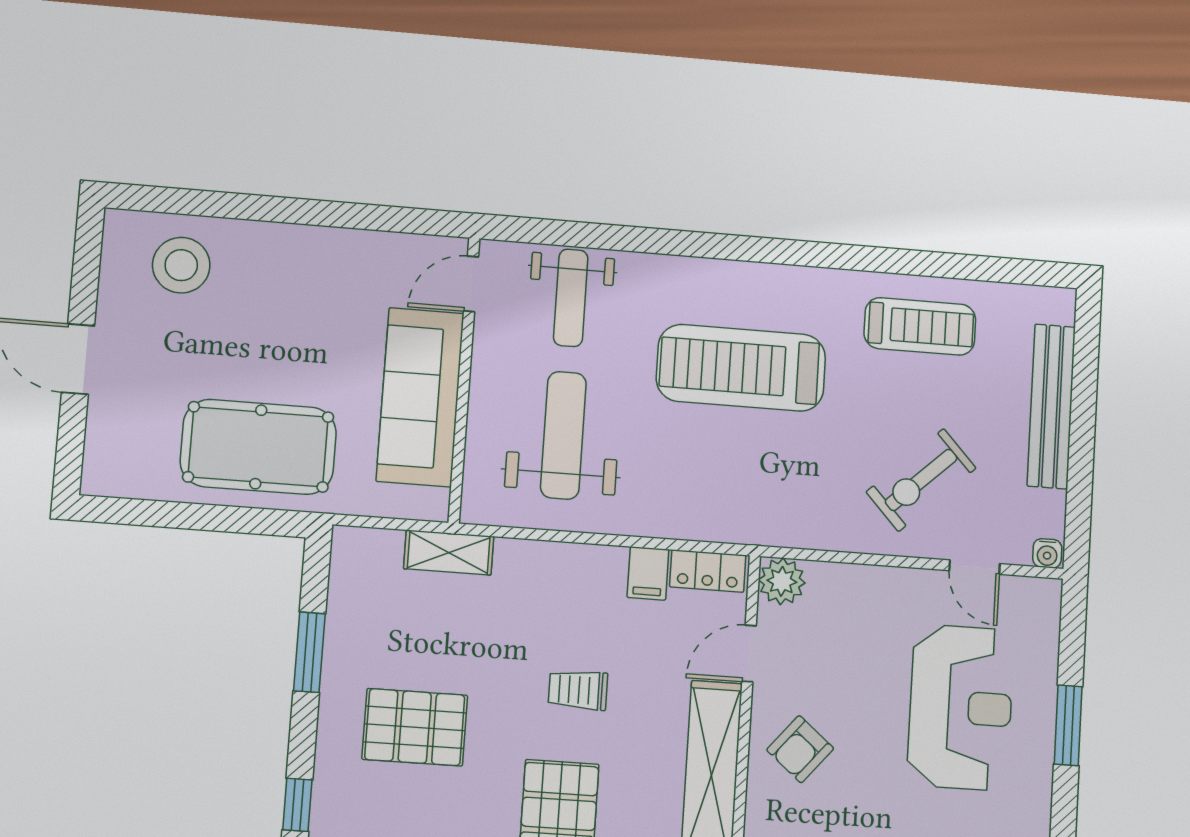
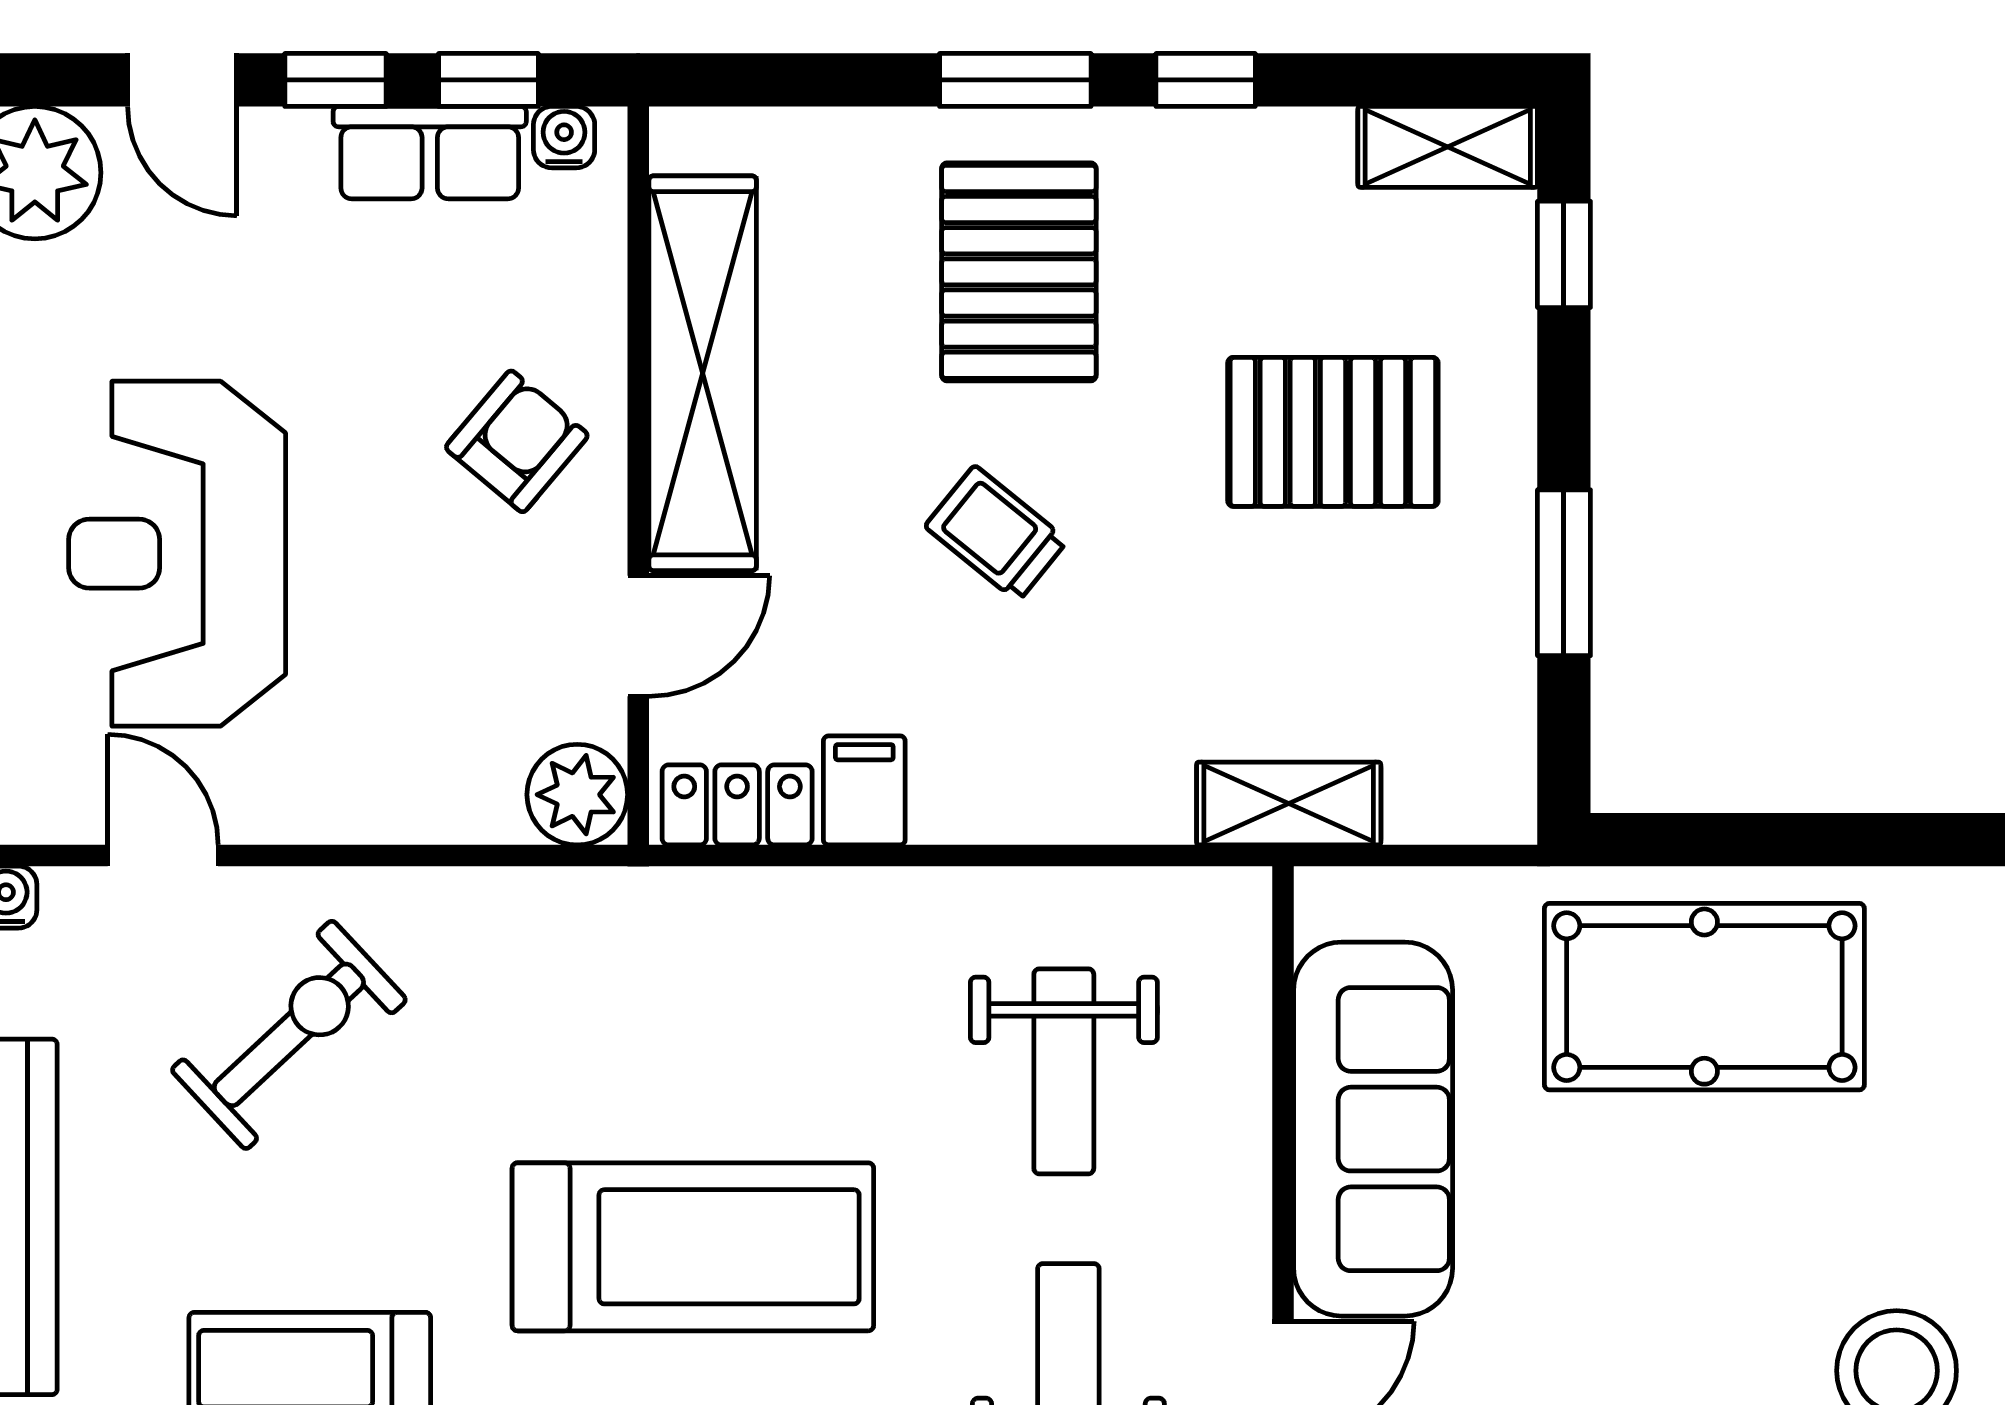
weight bench: (563, 435) -> (1064, 1071), width x0.73, depth x0.75
trolley: (578, 690) -> (996, 533), turned -141

